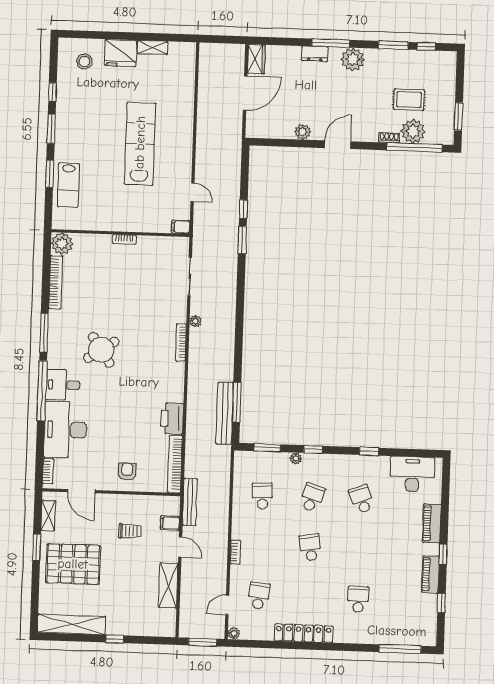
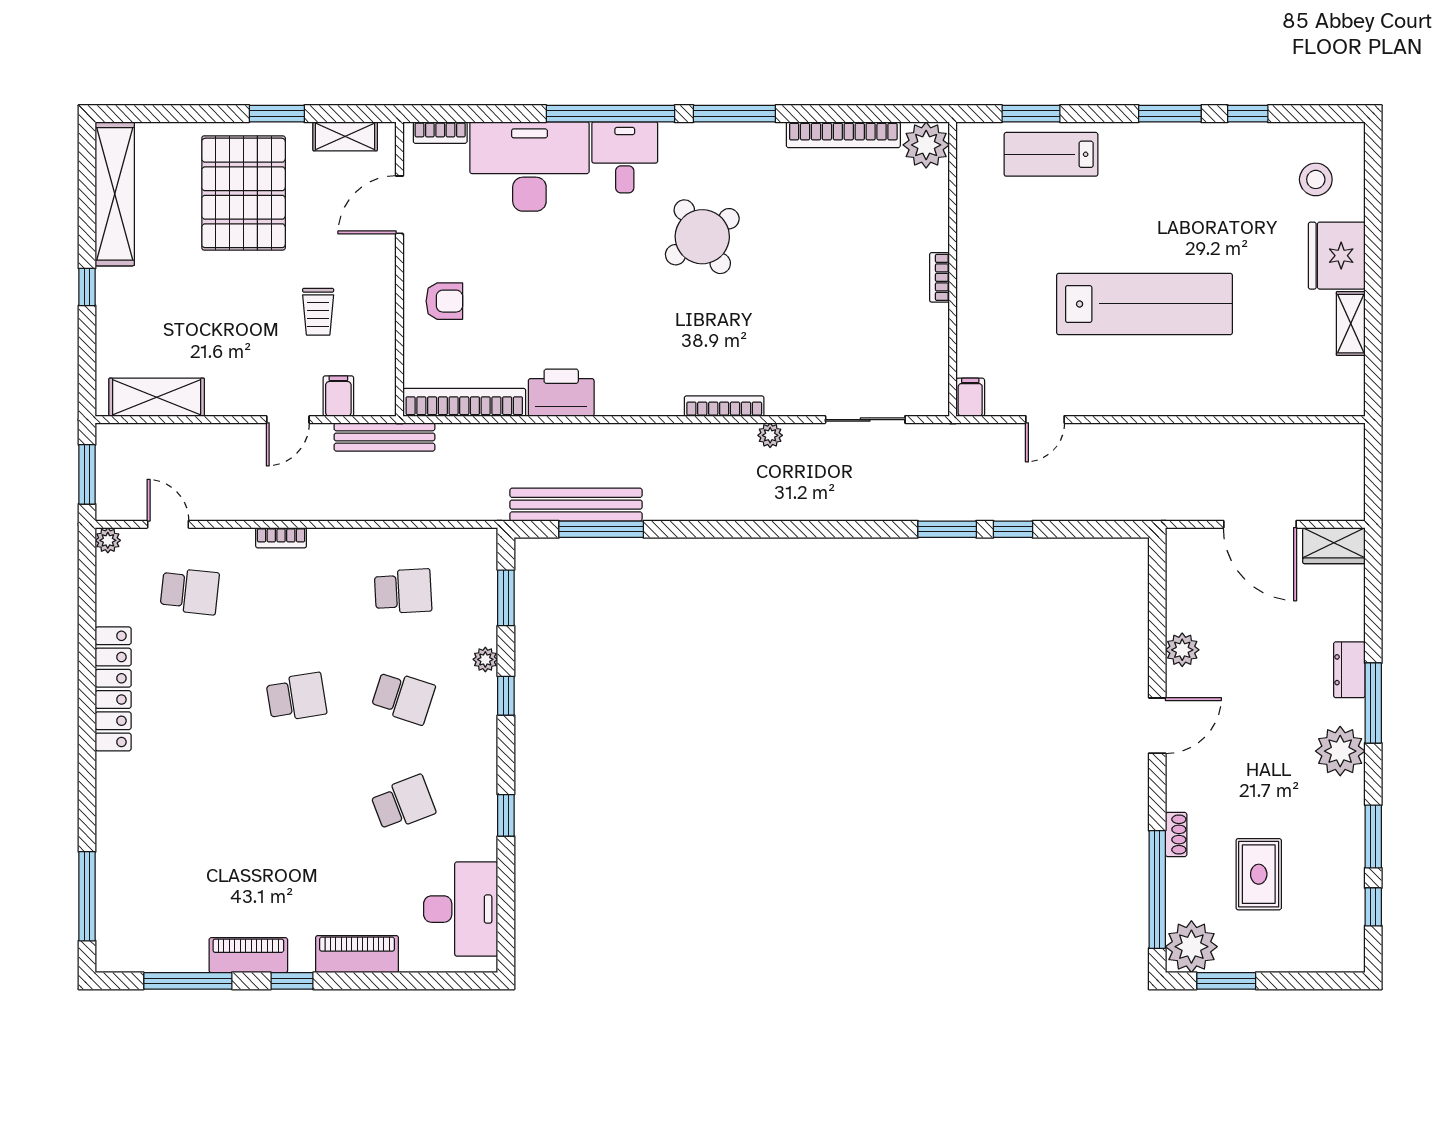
plant: (413, 131) -> (1191, 947), moved
door: (338, 145) -> (1157, 726), hinge flipped
window: (50, 174) -> (1031, 114), moved
shelving: (168, 585) -> (157, 397), moved
school desk: (358, 599) -> (190, 803), removed
window: (441, 603) -> (188, 981), width x2.17

